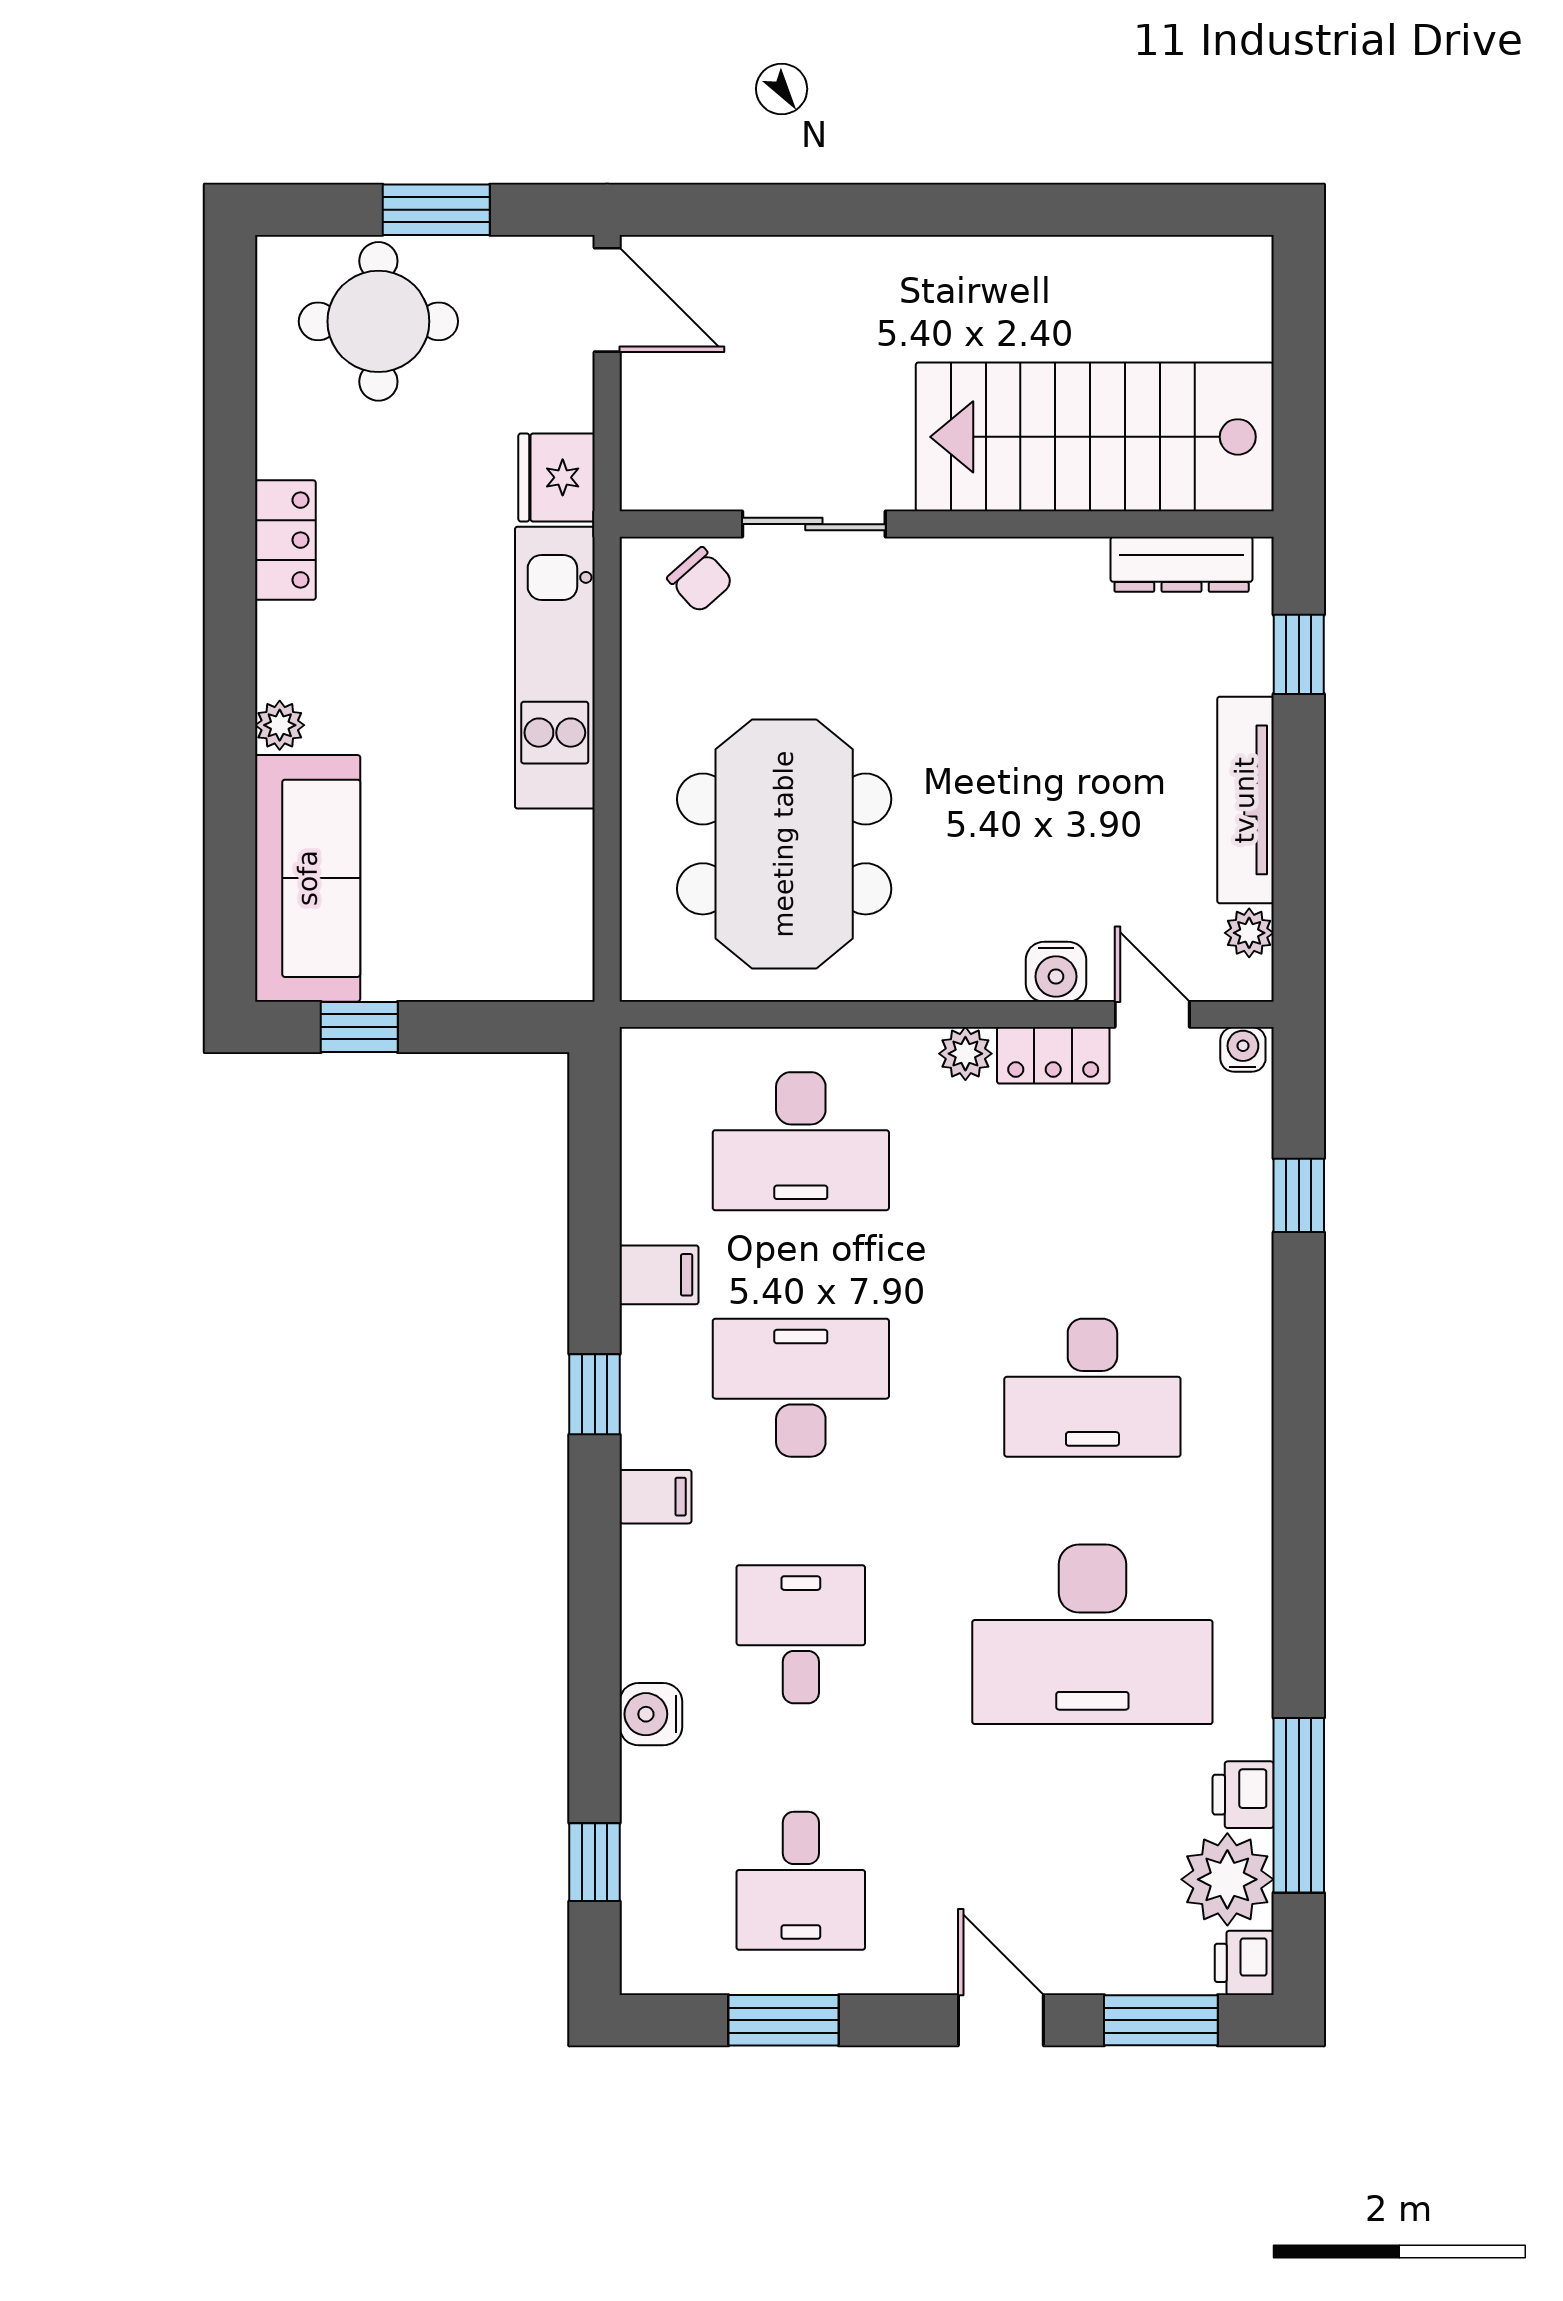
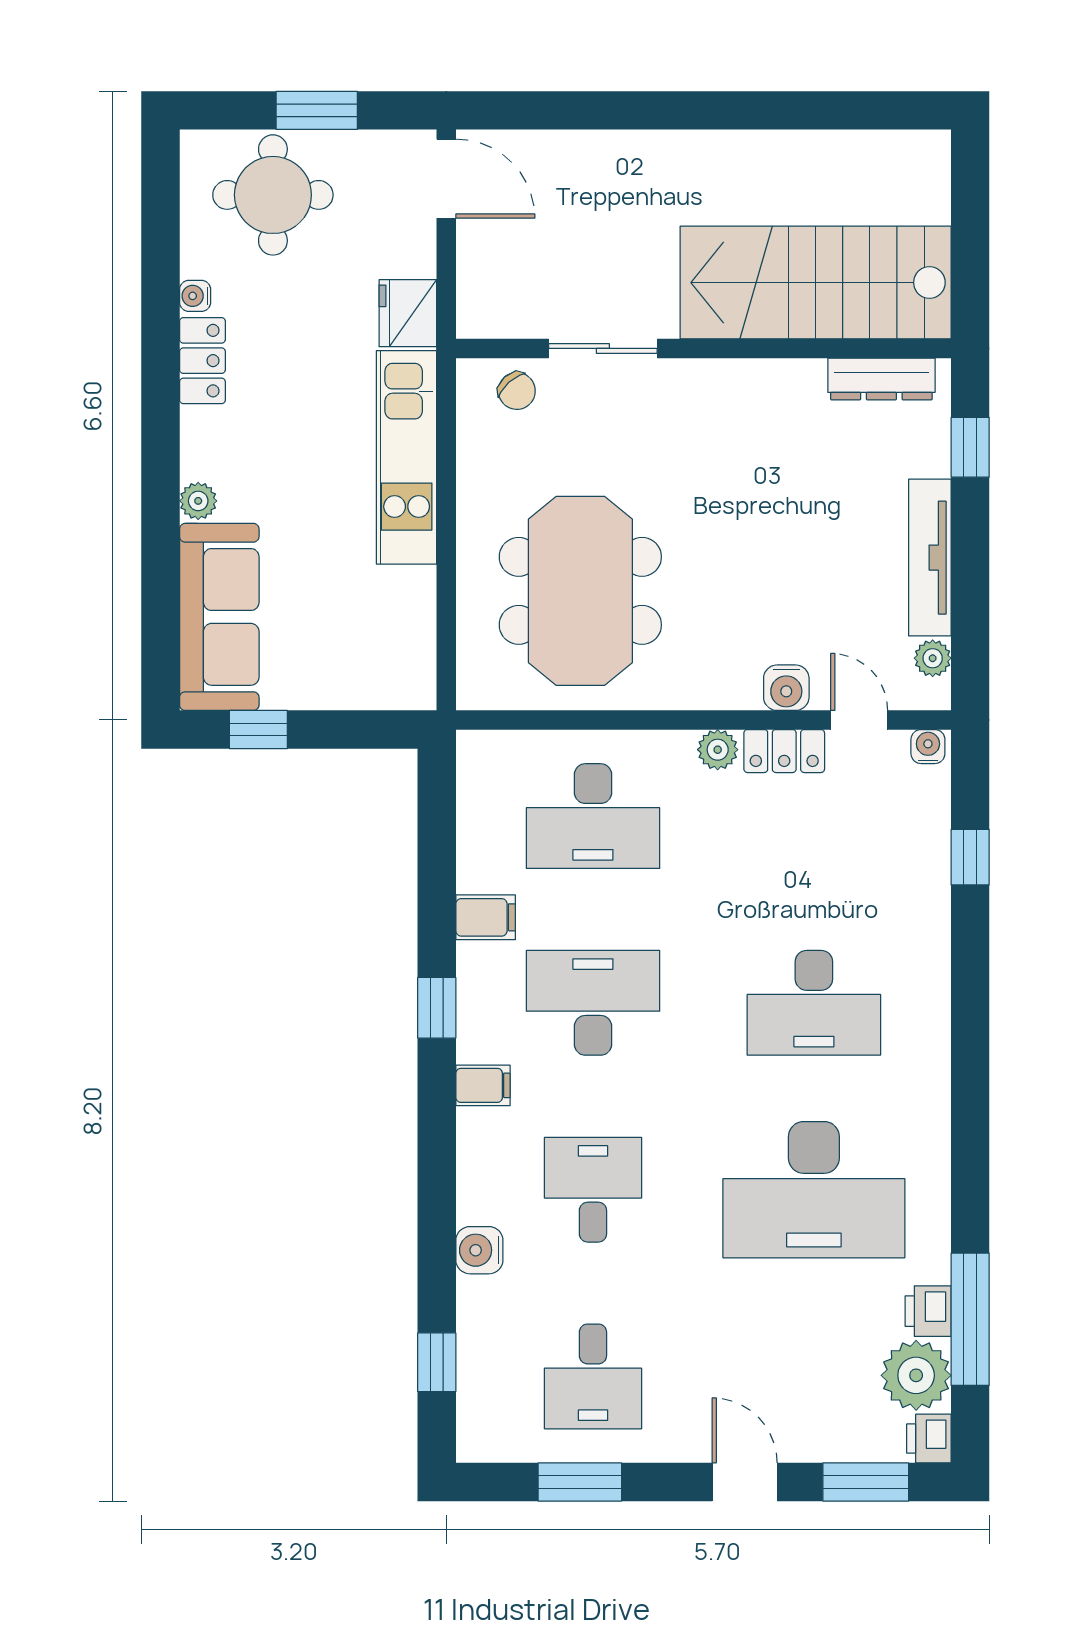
water cooler: (276, 455) -> (195, 296), added

